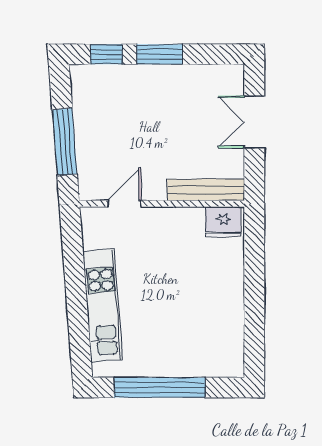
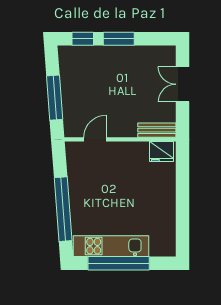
bench: (206, 190) -> (157, 130), width x0.73
kitchen unit: (103, 306) -> (111, 246), moved, turned -86
window: (77, 307) -> (63, 209), added

